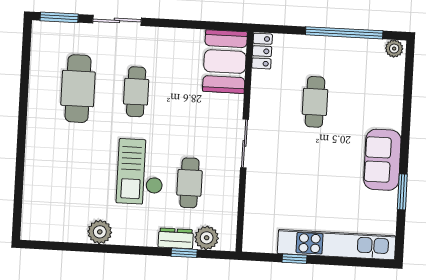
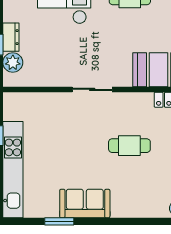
cafe table: (189, 183) -> (57, 46), removed

